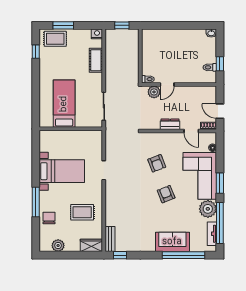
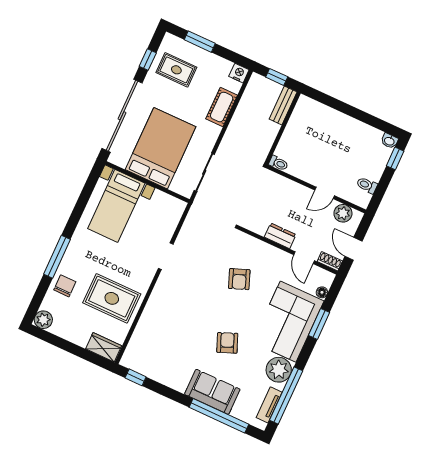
rug: (55, 39) -> (176, 70), moved
window: (220, 64) -> (395, 158), moved
door: (167, 84) -> (325, 193), moved
plant: (154, 92) -> (343, 213), moved
sliding door: (36, 94) -> (122, 116), added
bed: (64, 104) -> (161, 148), width x1.50
bed with nightstands: (62, 171) -> (116, 206), moved, turned 90
window: (220, 183) -> (319, 324), moved
armchair: (166, 194) -> (227, 343), moved
rug: (82, 212) -> (112, 298), width x1.36, depth x1.43
bench: (110, 239) -> (283, 105), moved
plant: (58, 245) -> (43, 320), moved

